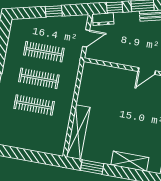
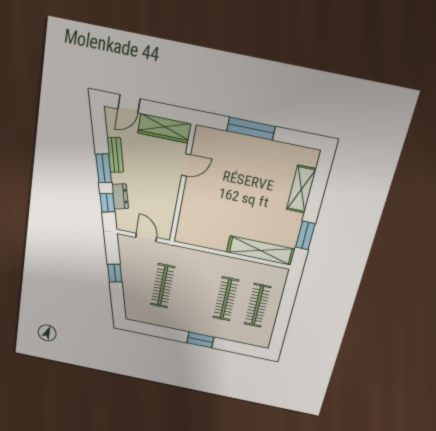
dresser: (103, 19) -> (120, 196), moved
door: (147, 71) -> (186, 165), hinge flipped
clothes rail: (39, 78) -> (257, 305), moved

